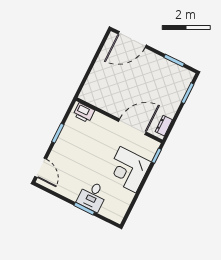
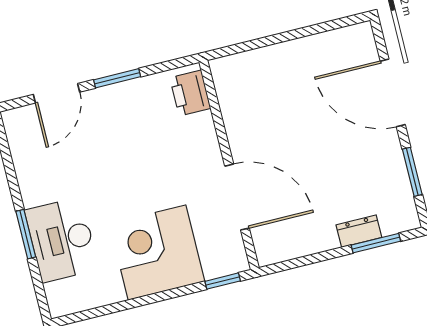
door: (132, 39) -> (393, 93), moved
dresser: (164, 126) -> (359, 231), moved
door: (41, 168) -> (57, 93), moved
desk: (92, 196) -> (62, 240), width x1.37

